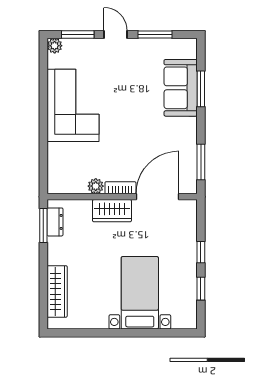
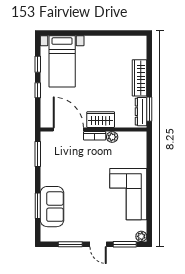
door: (158, 197) -> (68, 129), swing flipped
dresser: (55, 222) -> (141, 112), width x1.44
wardrobe: (57, 291) -> (140, 78), moved
bed with nightstands: (140, 293) -> (62, 61), moved

